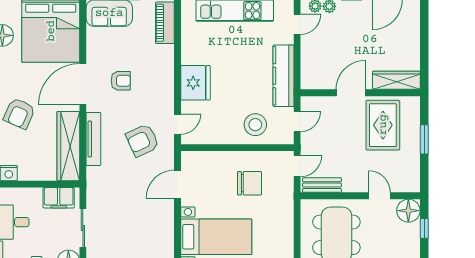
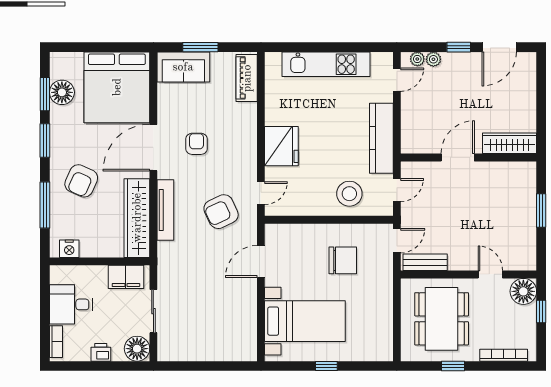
armchair: (121, 81) -> (196, 144), turned -90
rug: (383, 125) -> (494, 194), removed

